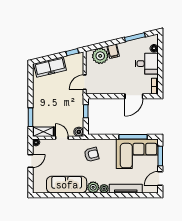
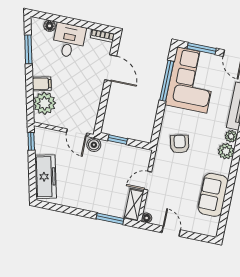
boiler: (79, 132) -> (94, 145), moved
sofa: (67, 185) -> (213, 195), width x0.73

